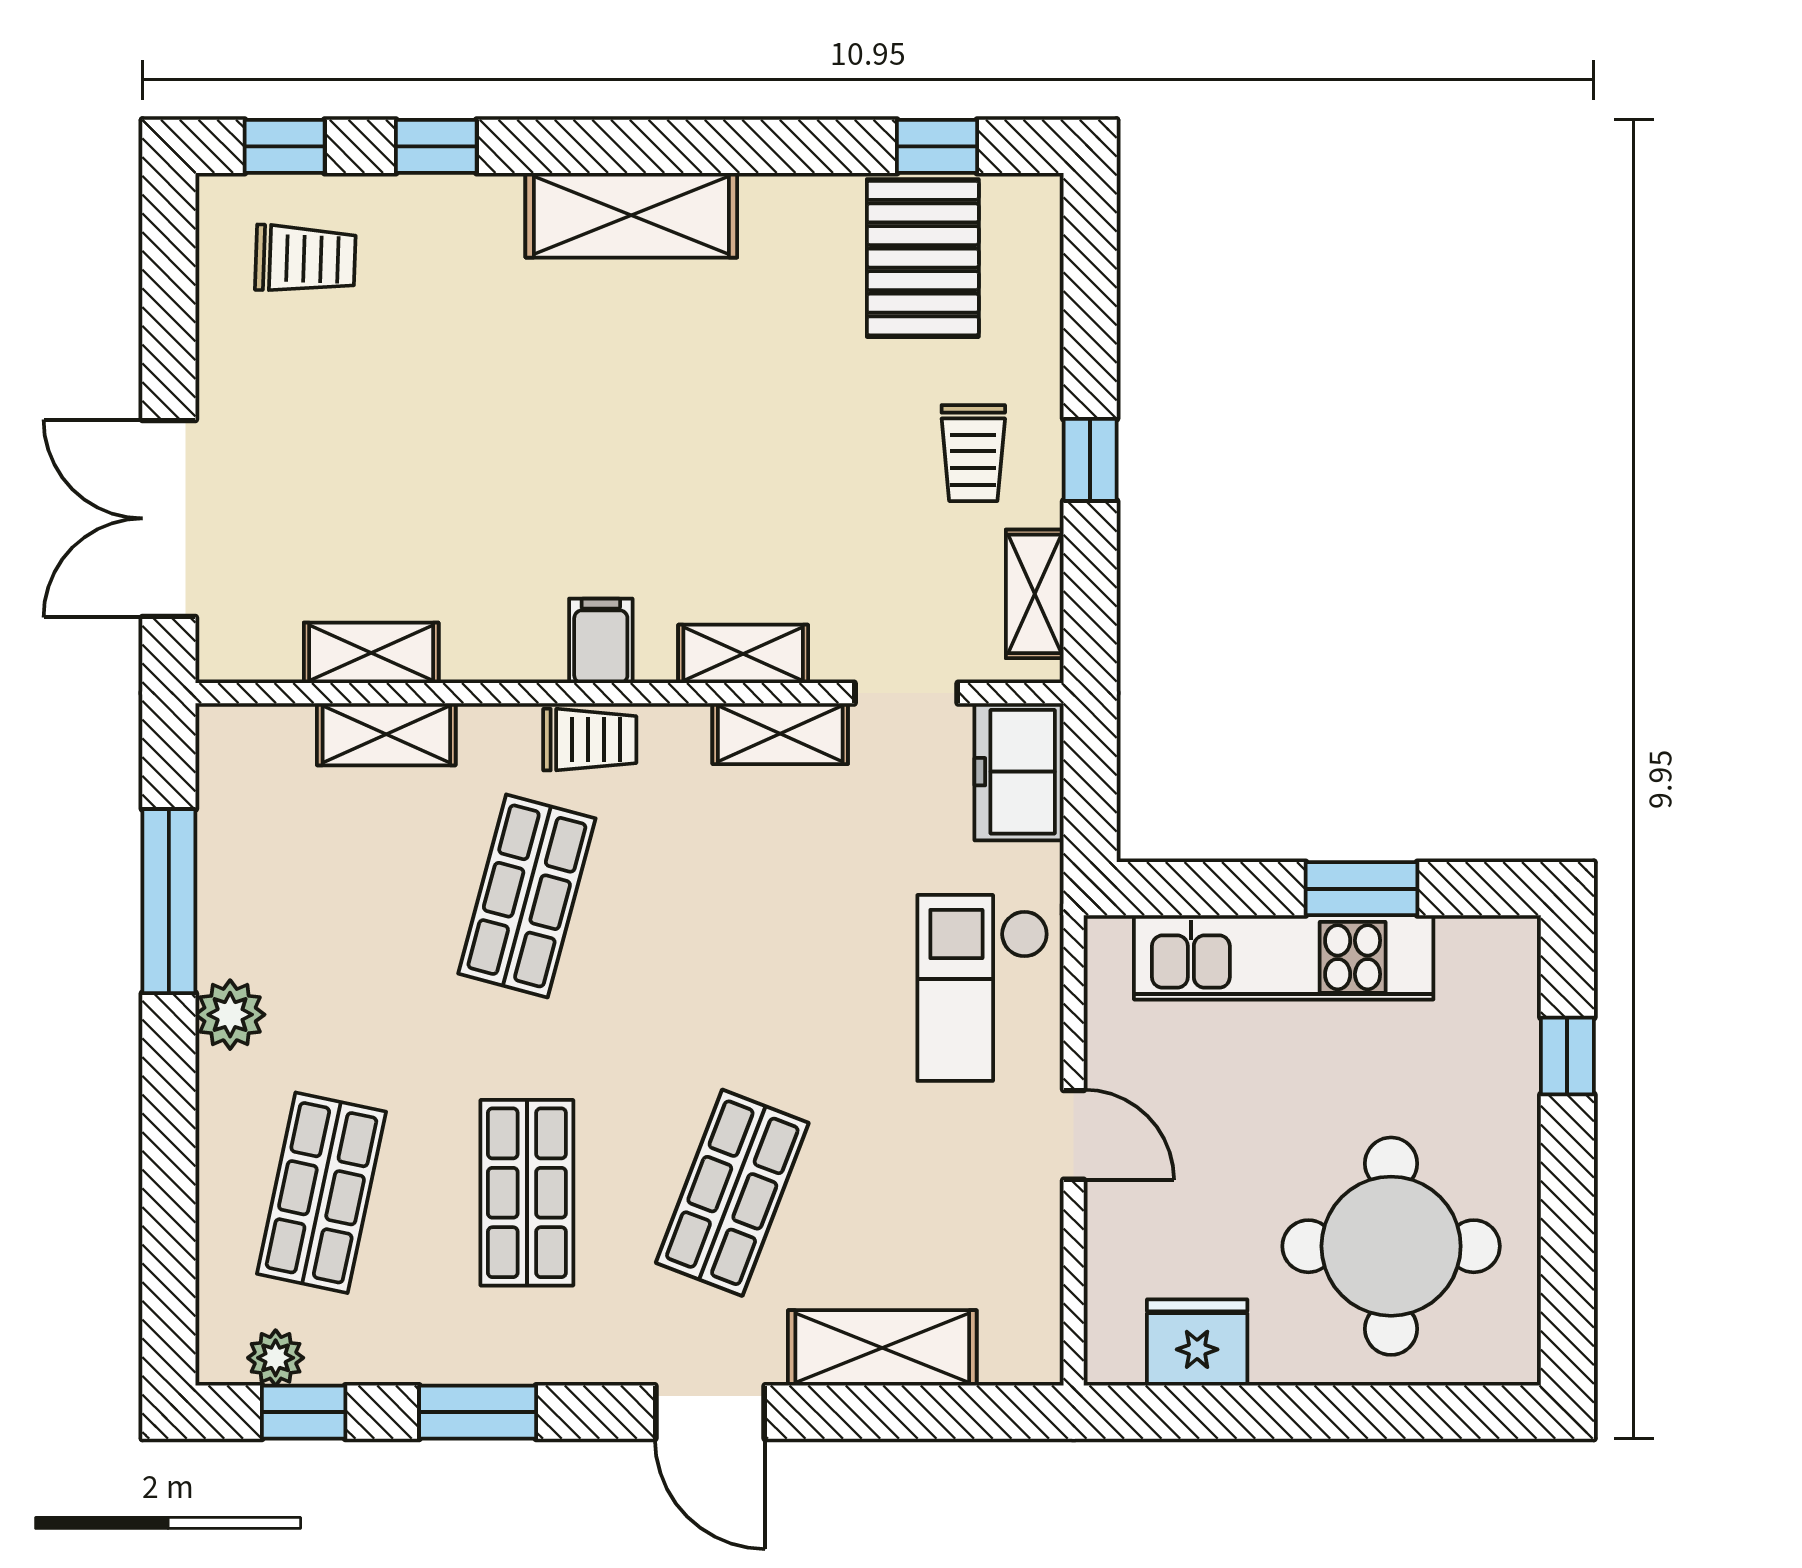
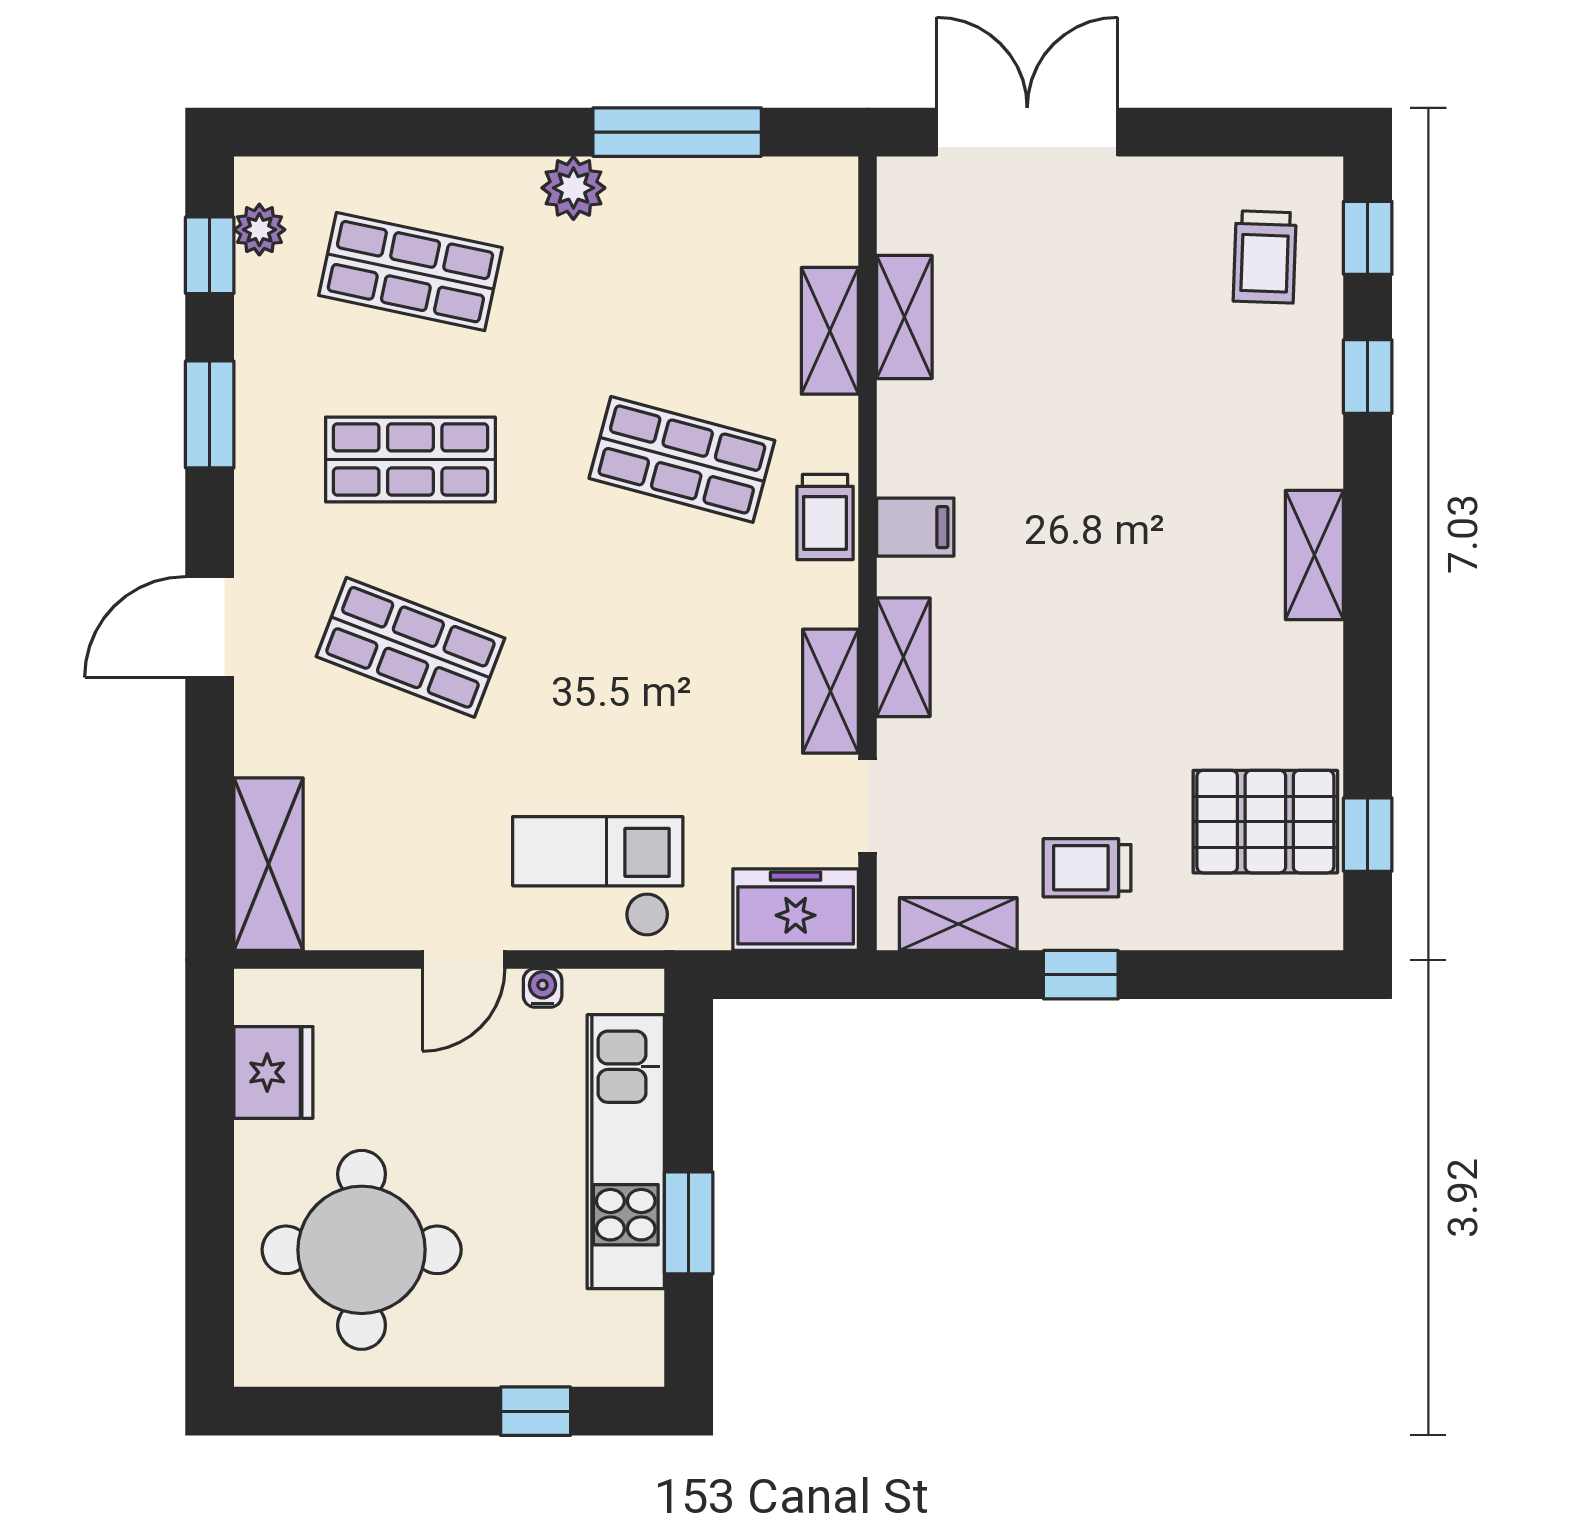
shelving: (631, 215) -> (1314, 555), width x0.67, depth x0.75
water cooler: (1105, 1048) -> (543, 988), added
shelving: (882, 1348) -> (269, 864), moved

